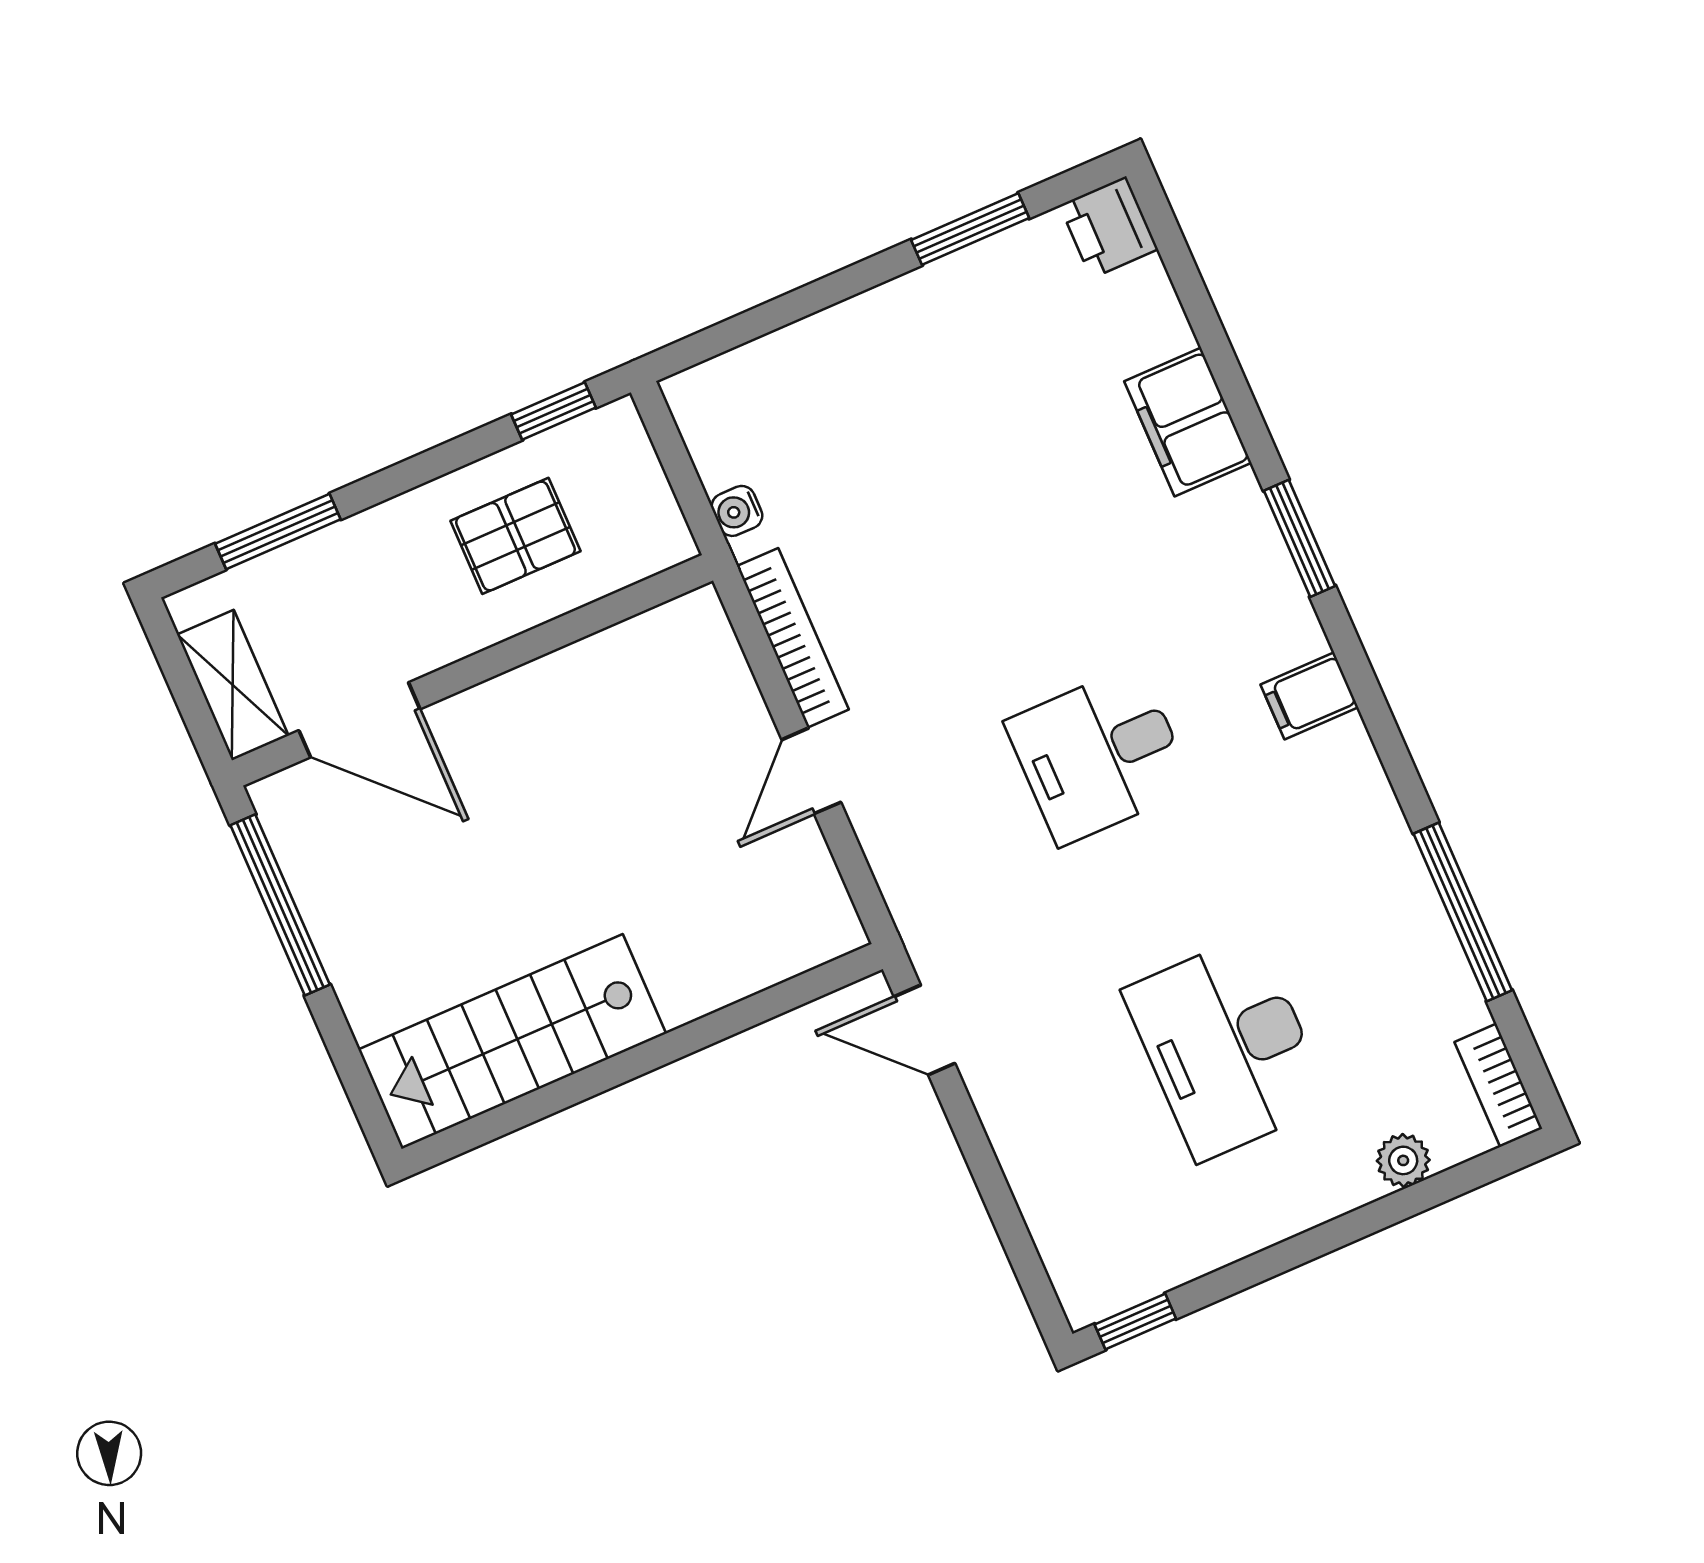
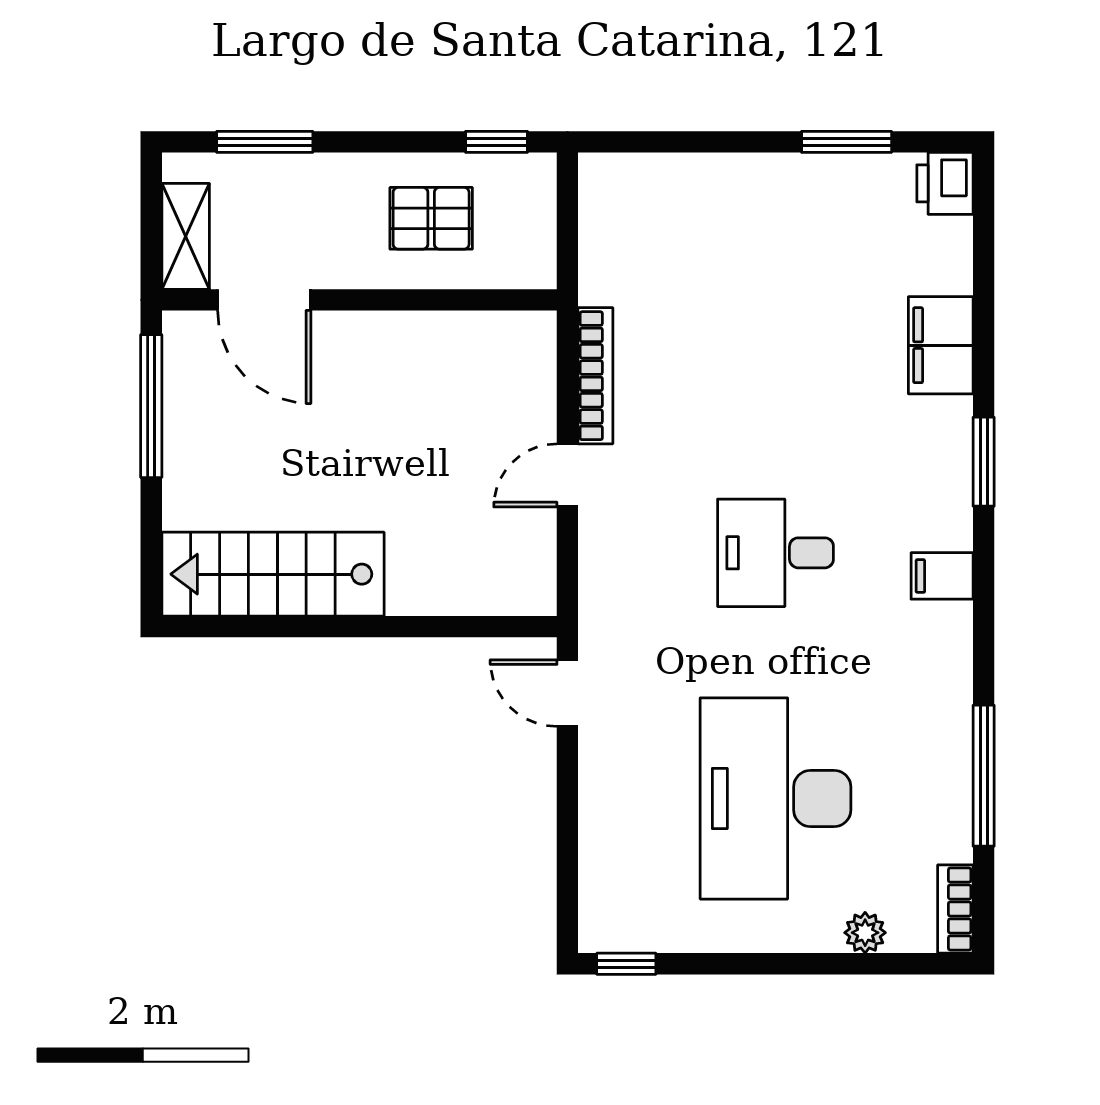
water cooler: (737, 511) -> (595, 269), removed
desk: (1227, 1047) -> (776, 798), width x1.36, depth x1.30

